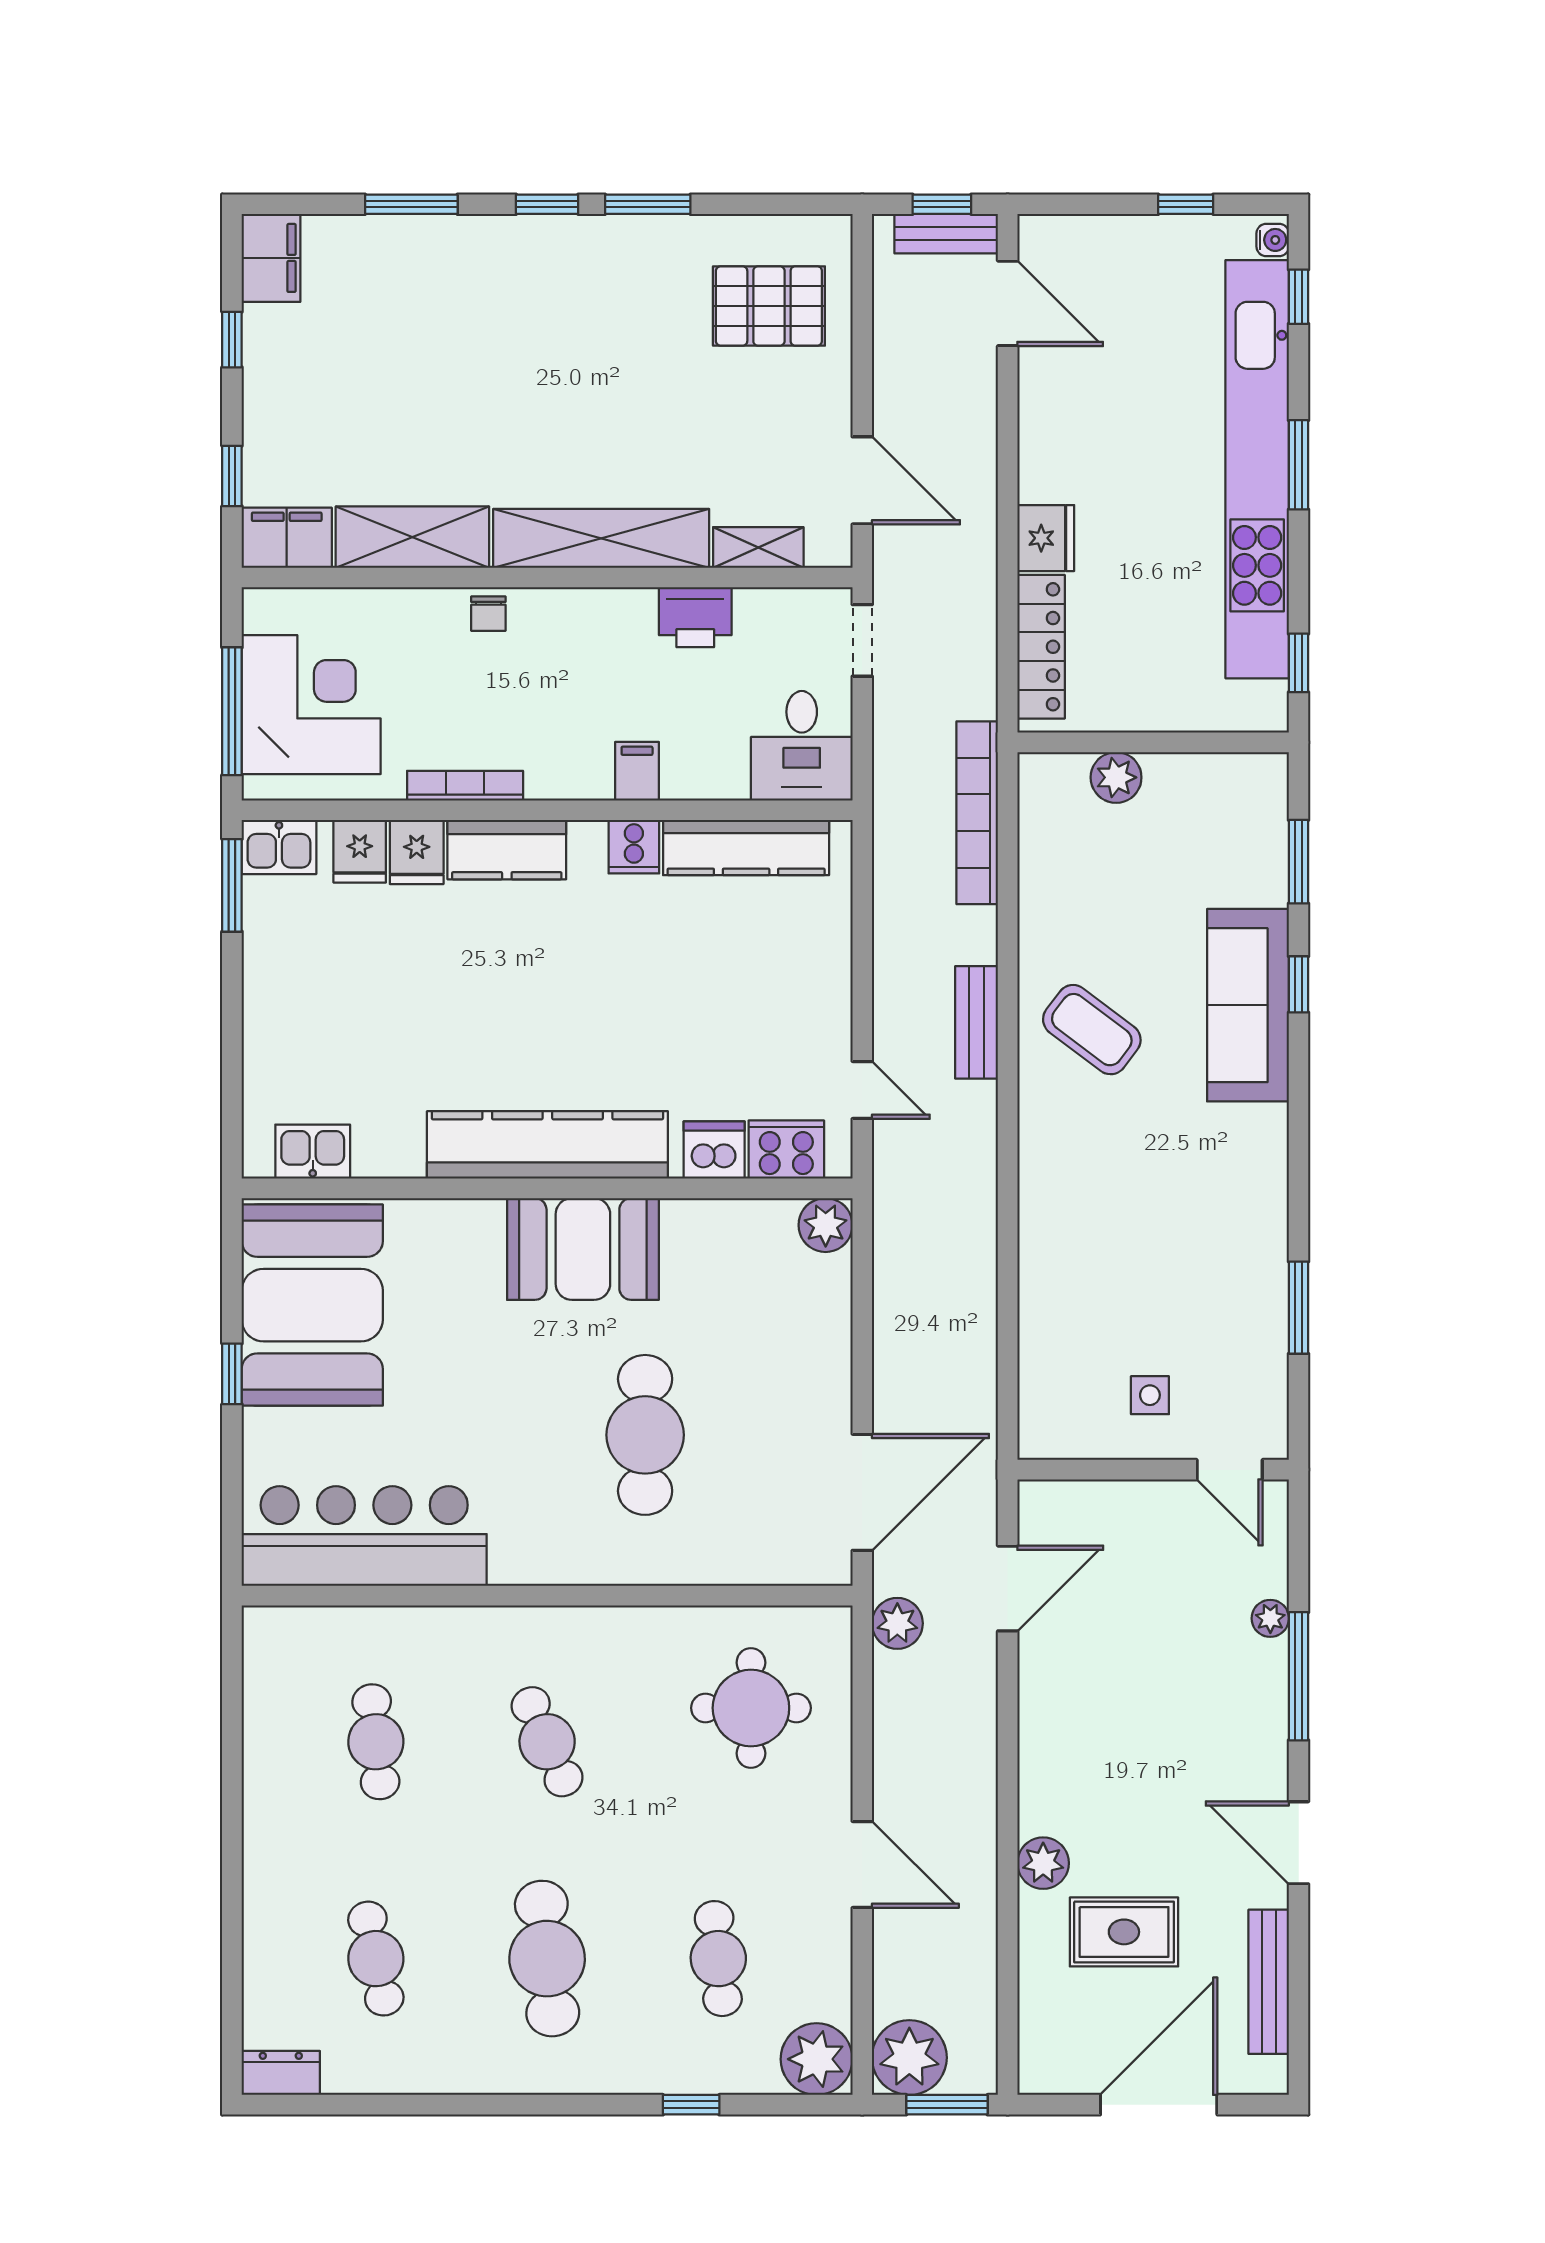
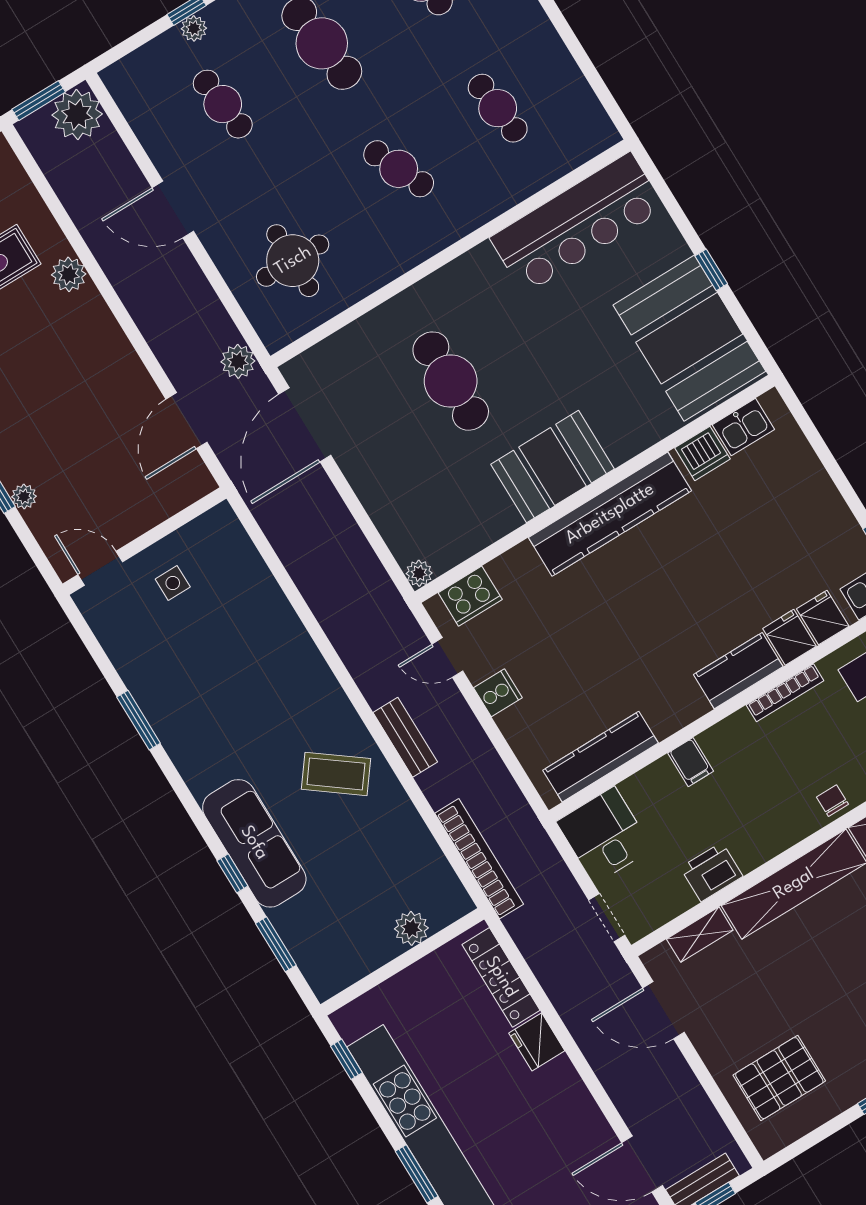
cooker: (634, 847) -> (498, 693), moved, turned 90
dishwasher: (714, 1150) -> (702, 453), moved
plant: (826, 1225) -> (419, 573), width x0.73, depth x0.73
window: (1299, 1308) -> (139, 720), moved
plant: (817, 2059) -> (194, 28), moved, width x0.53, depth x0.53

